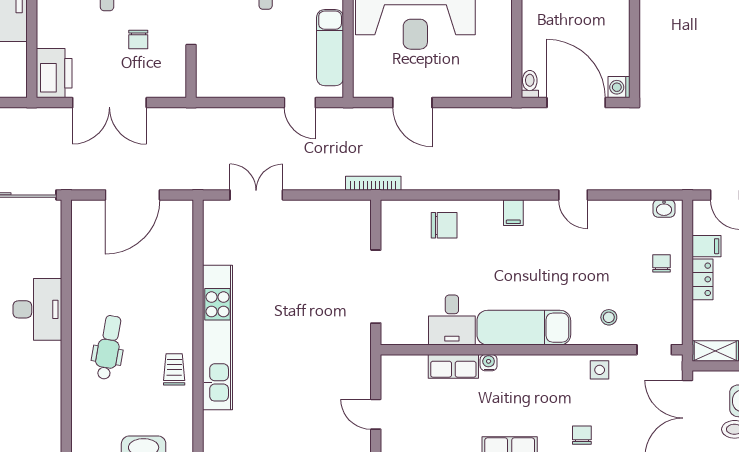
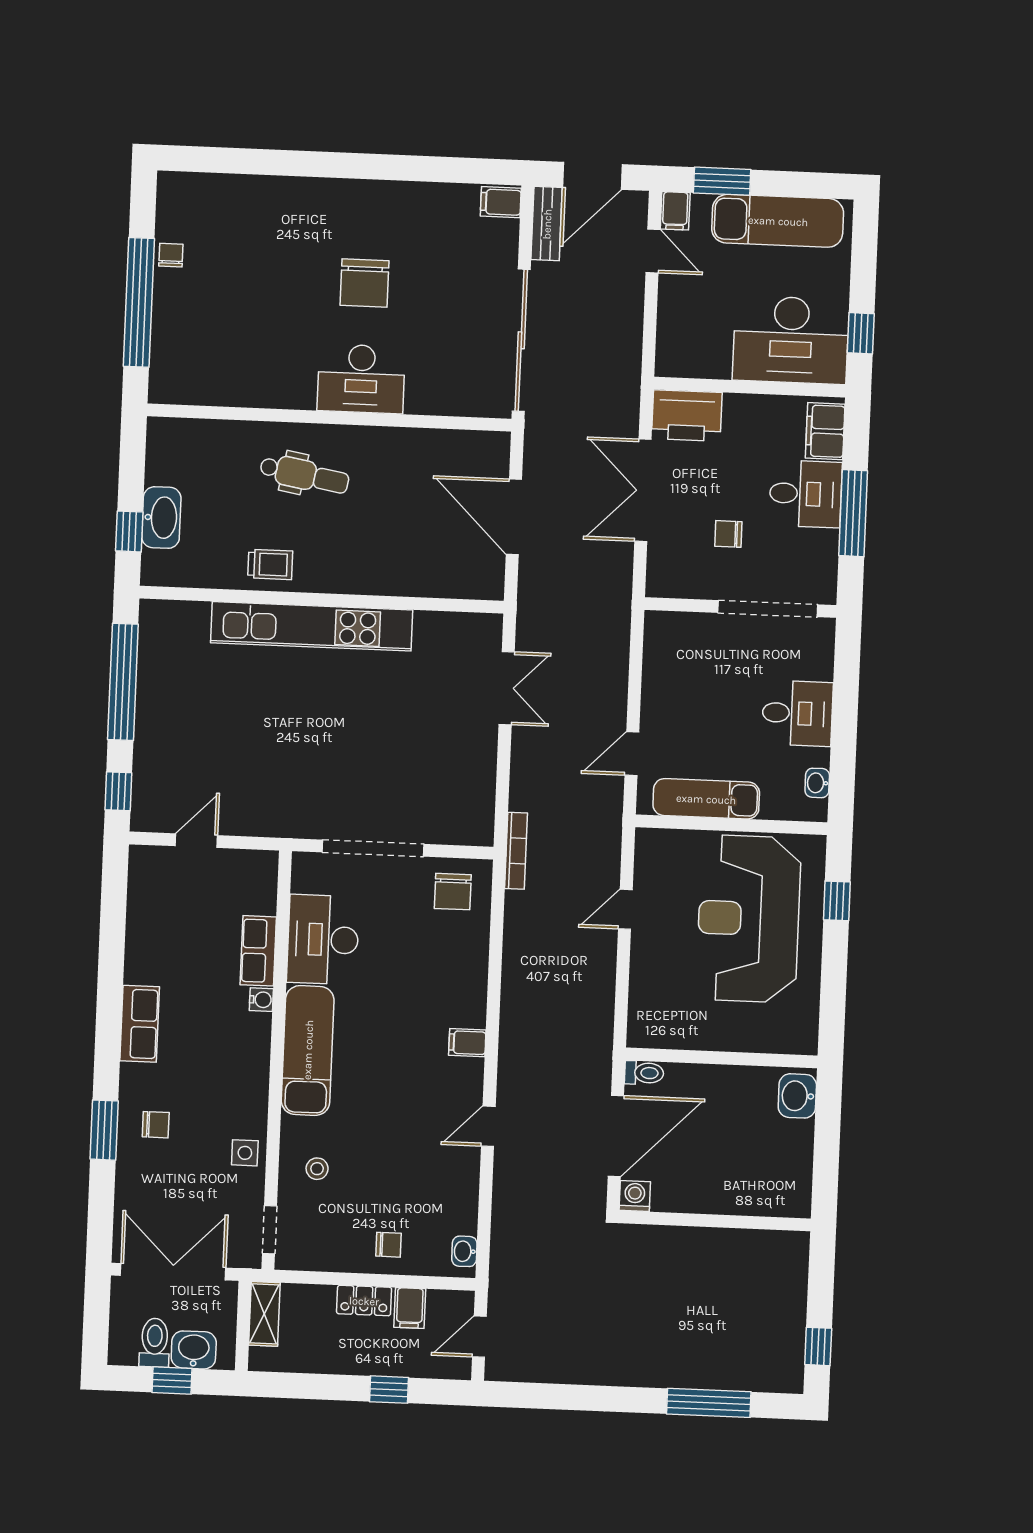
door: (412, 103) -> (625, 909), width x0.73
chair: (444, 225) -> (453, 892), moved
desk: (452, 320) -> (323, 940), width x1.37

